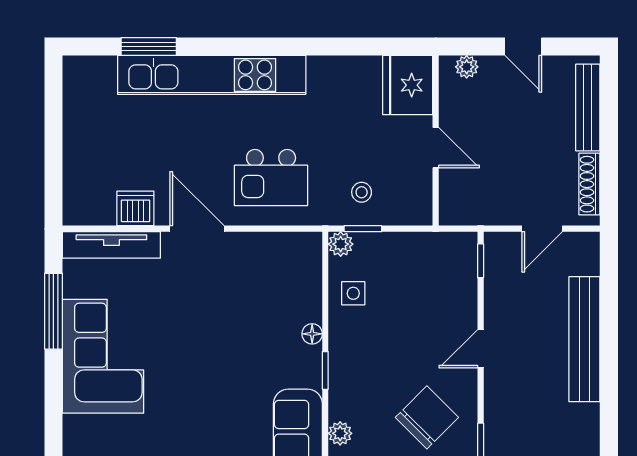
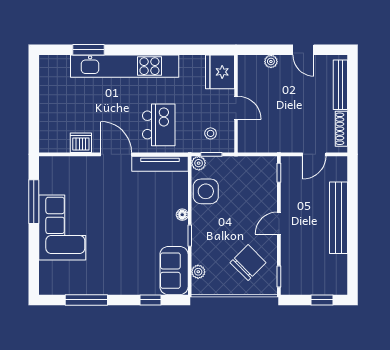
fridge: (408, 85) -> (220, 72), moved
wall: (436, 141) -> (236, 104), moved
door: (436, 148) -> (236, 108), moved
kitchen island: (271, 177) -> (159, 125), turned -90
tv unit: (111, 245) -> (160, 164), moved
side table: (353, 293) -> (206, 191), width x1.87, depth x1.87

